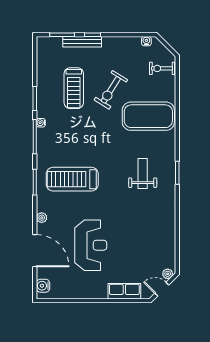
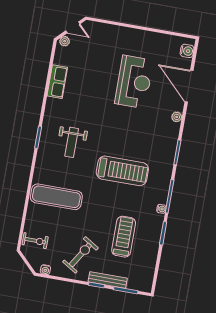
exercise bike: (111, 90) -> (80, 255), moved
exercise mat: (148, 116) -> (56, 197), width x0.68
treadmill: (72, 179) -> (122, 171), moved
reception desk: (91, 245) -> (134, 82), turned 180
row of seats: (124, 291) -> (57, 82), moved, turned -90

